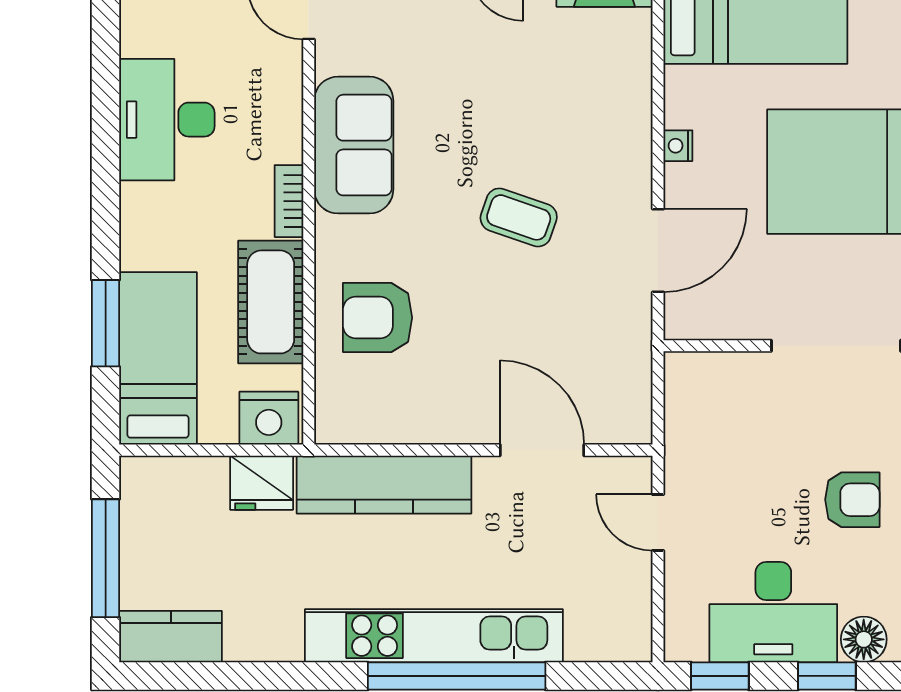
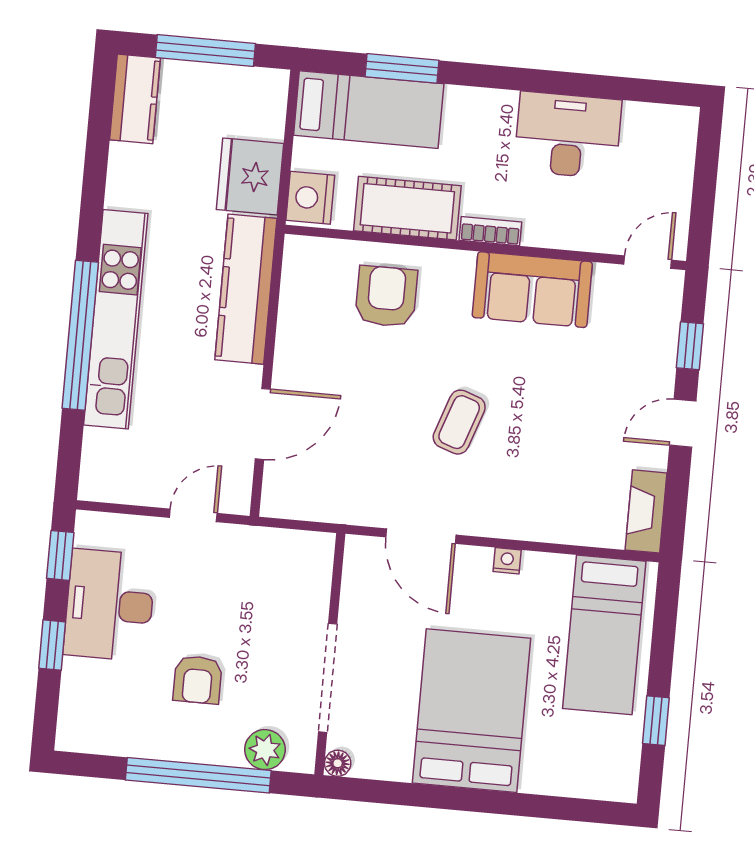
fridge: (262, 483) -> (250, 177), width x1.36, depth x1.34
floor lamp: (864, 639) -> (80, 679), removed

